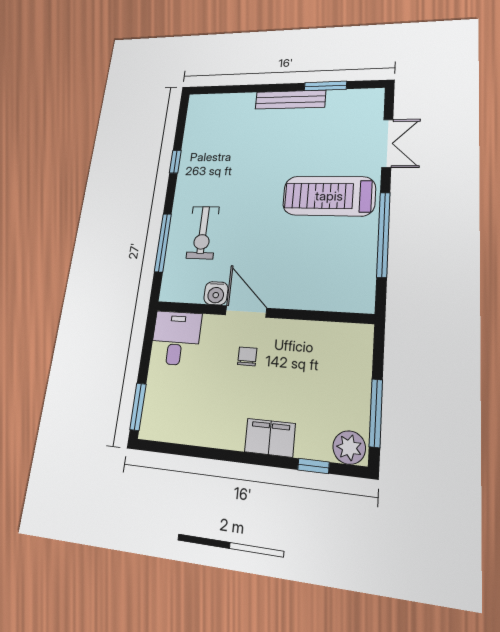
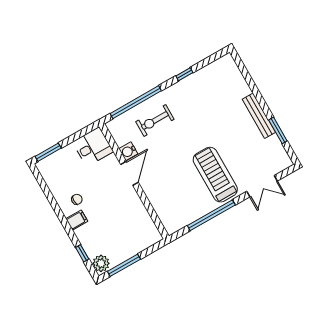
window: (163, 243) -> (136, 102), width x1.46
chair: (247, 356) -> (77, 199), moved
filing cabinet: (270, 438) -> (77, 220), width x0.50

